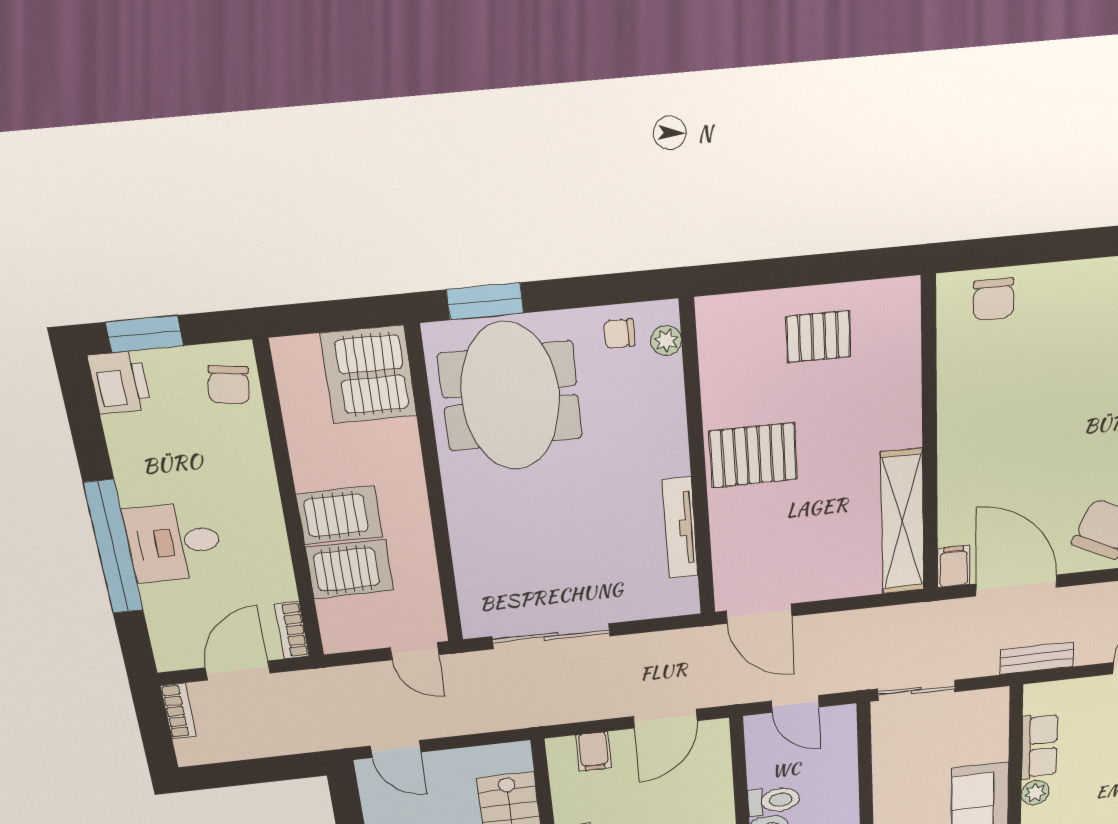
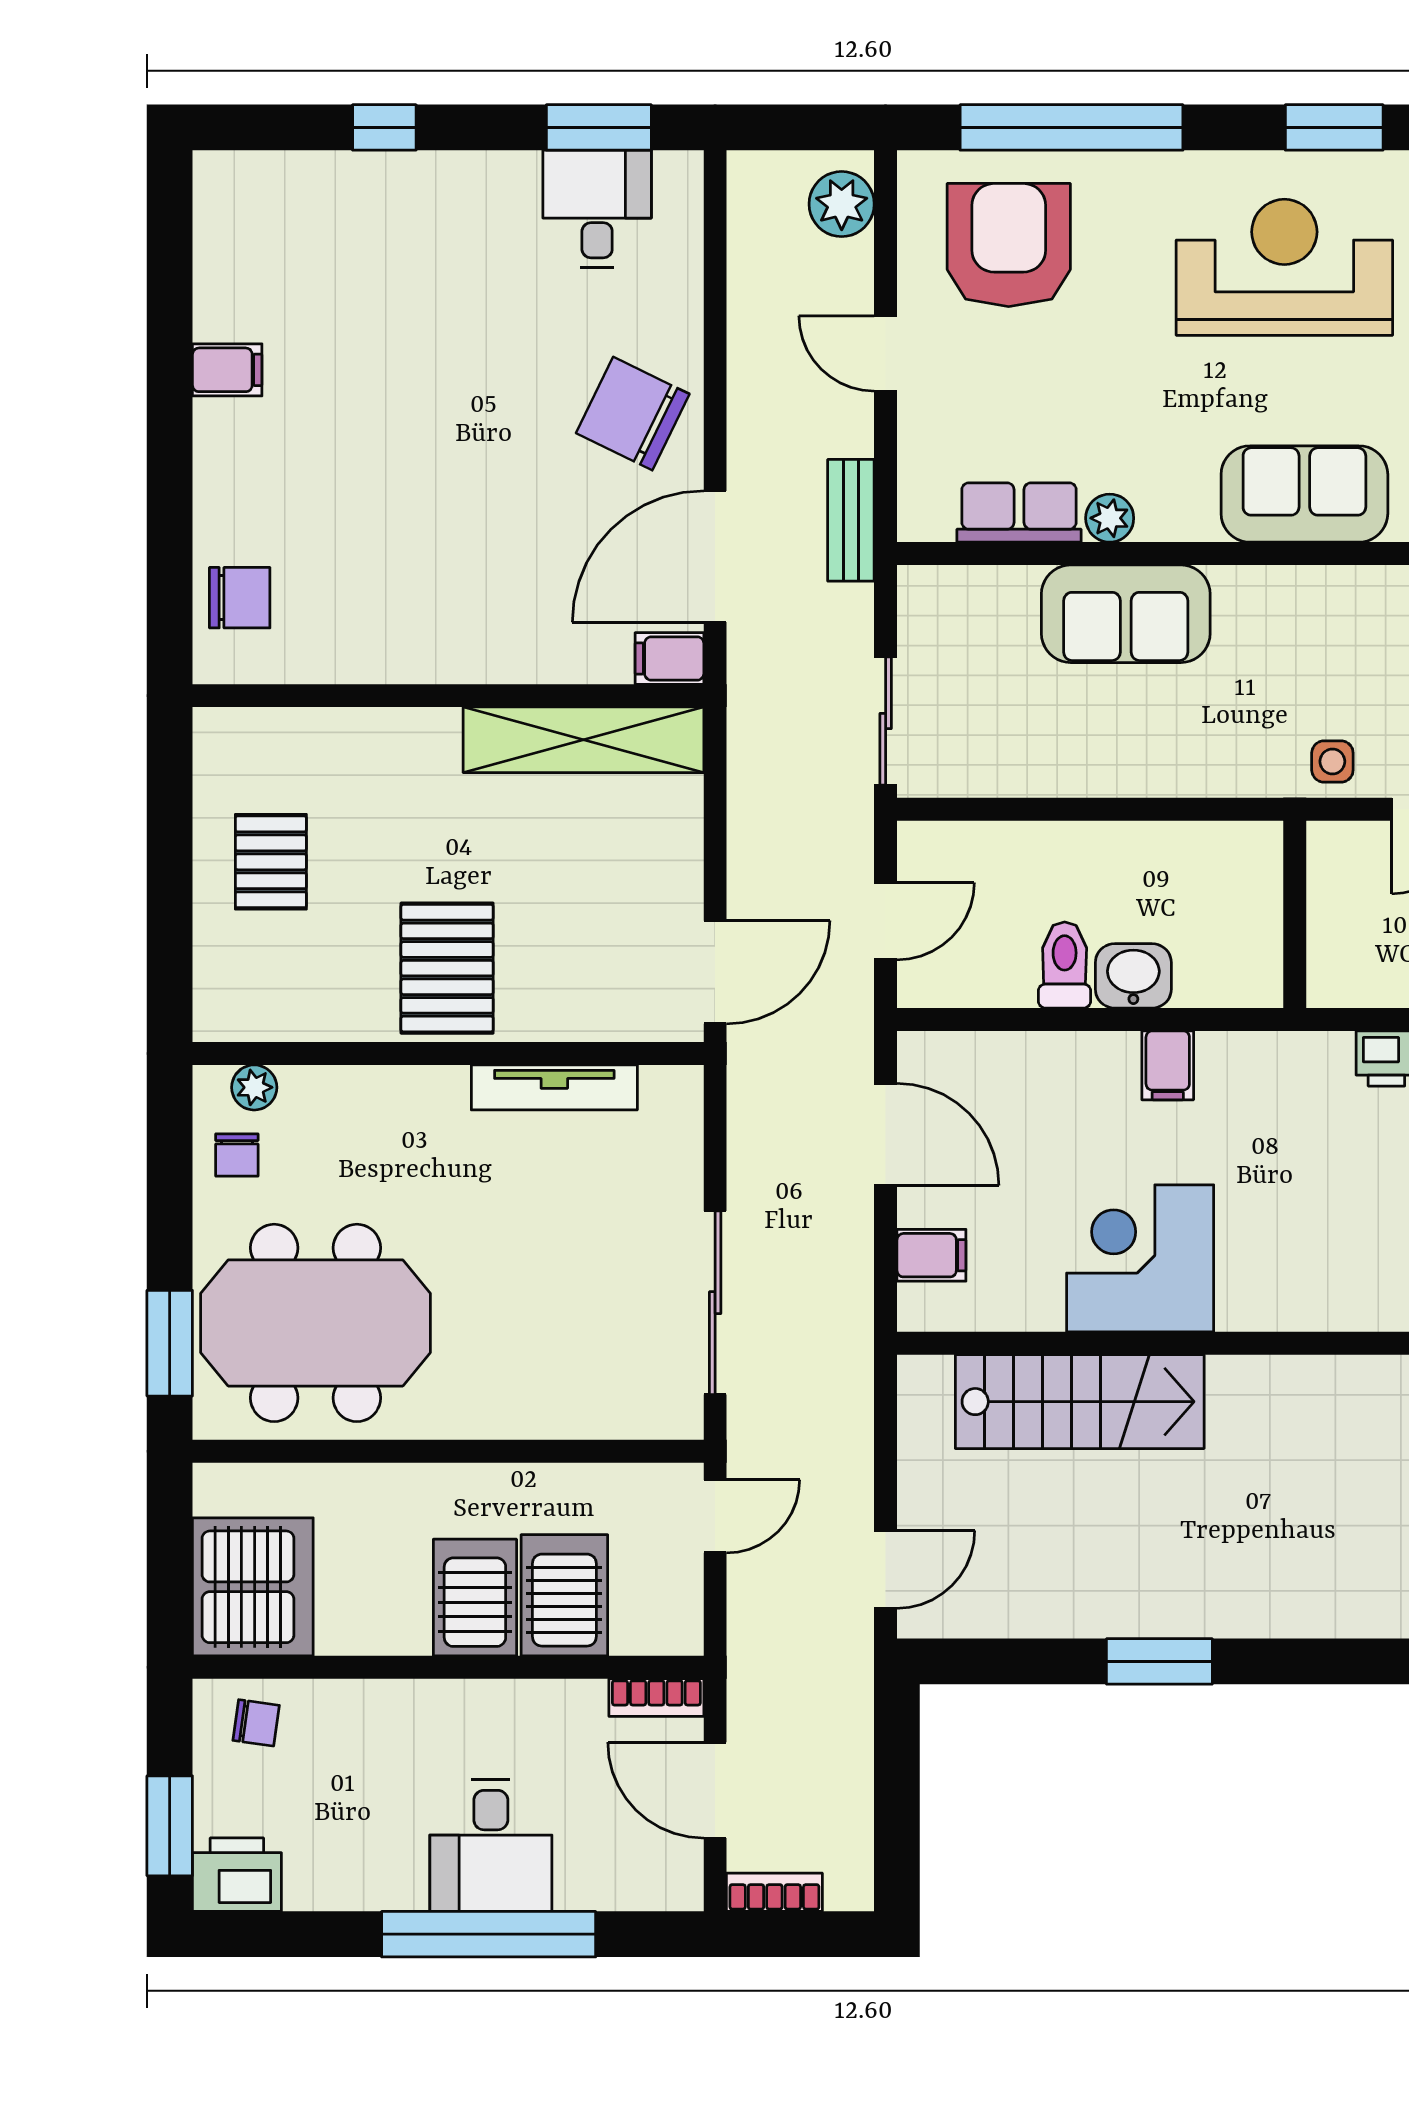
server rack: (369, 375) -> (253, 1587), moved, turned -90
chair: (229, 385) -> (256, 1723), width x0.73, depth x0.73

